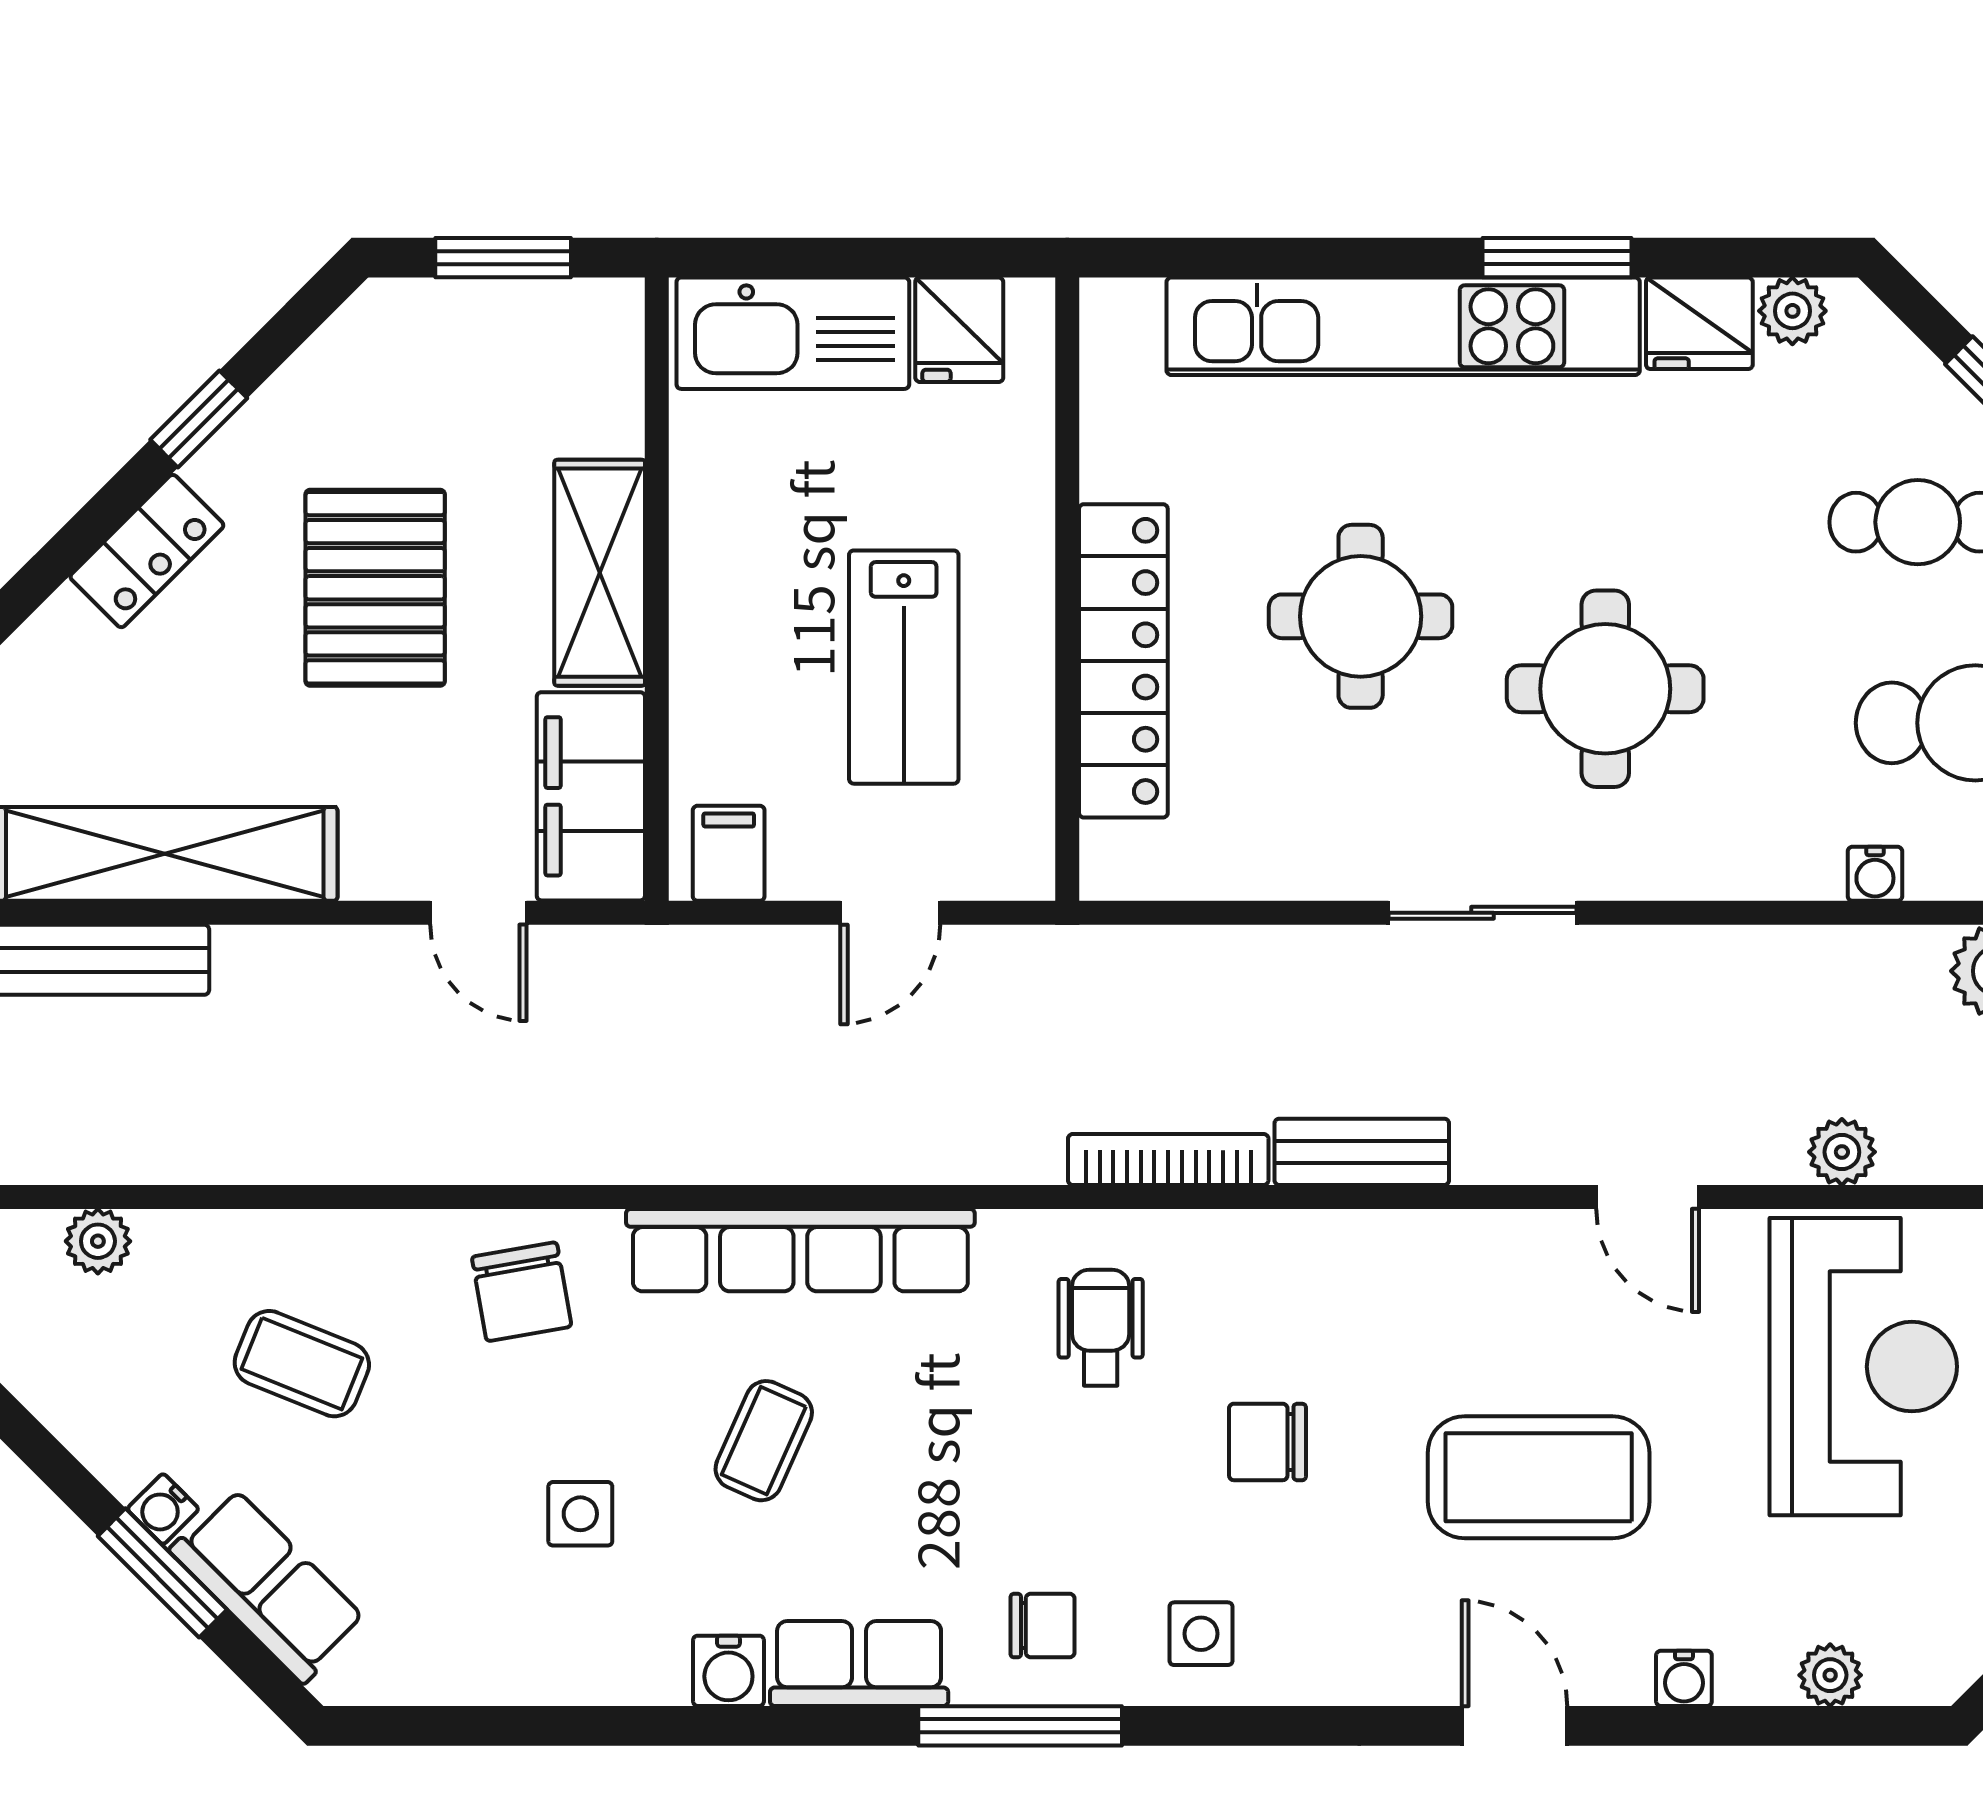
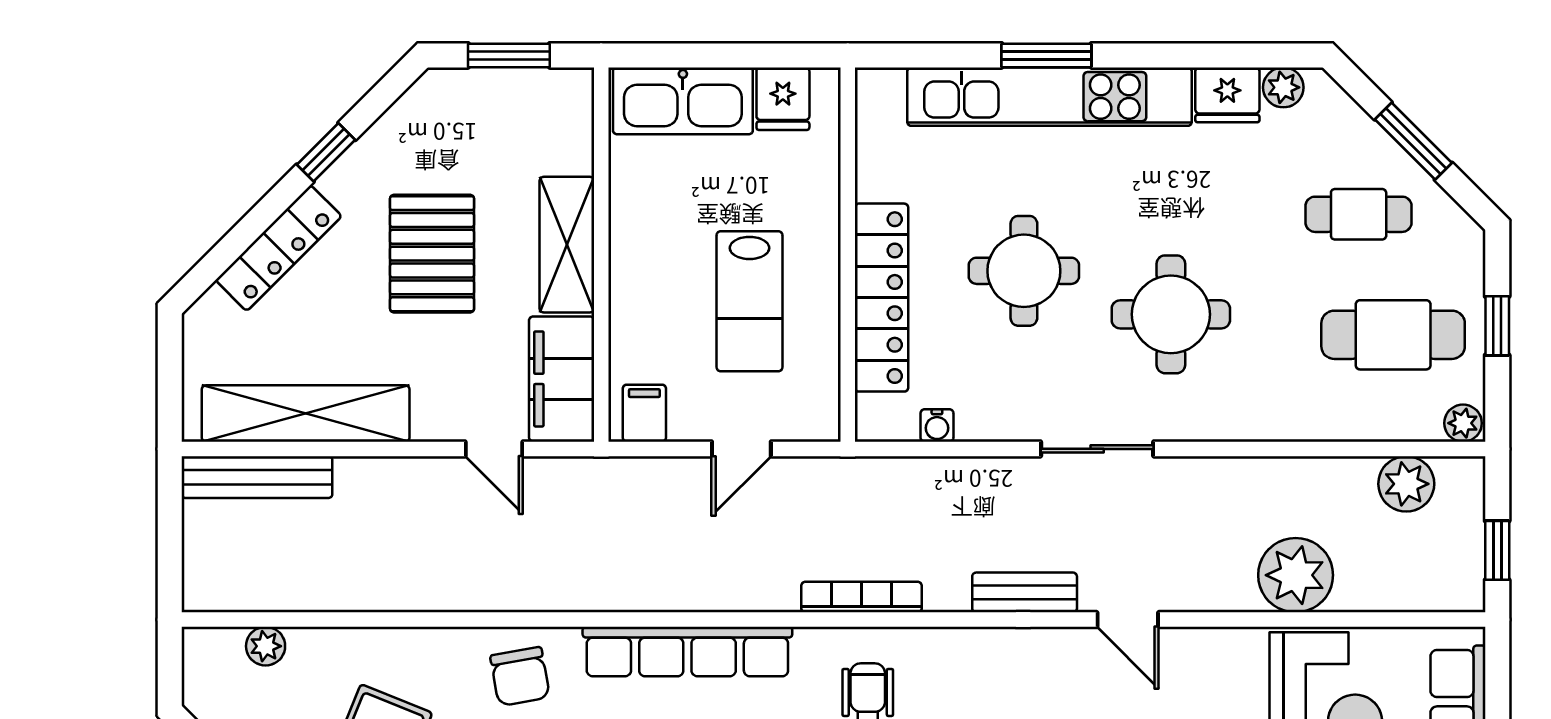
window: (1557, 258) -> (1046, 55), moved
locker: (147, 551) -> (279, 248), width x1.53
water cooler: (1875, 874) -> (937, 425), moved
plant: (1842, 1152) -> (1296, 575), width x1.88, depth x1.88
bookcase: (1168, 1159) -> (861, 597), moved
door: (1648, 1197) -> (1128, 620), moved

